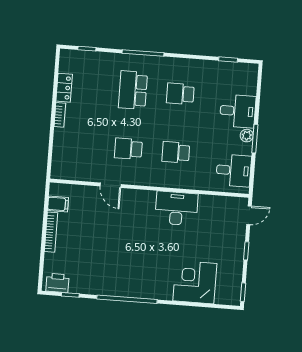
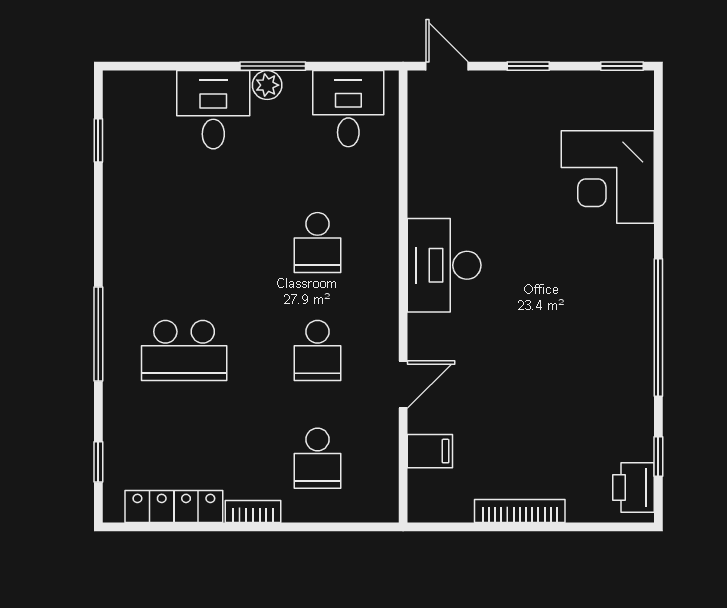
locker: (64, 88) -> (174, 506), width x1.53
school desk: (180, 94) -> (317, 458), moved
filing cabinet: (58, 204) -> (430, 451), moved, turned 90
desk: (176, 208) -> (444, 265), moved

